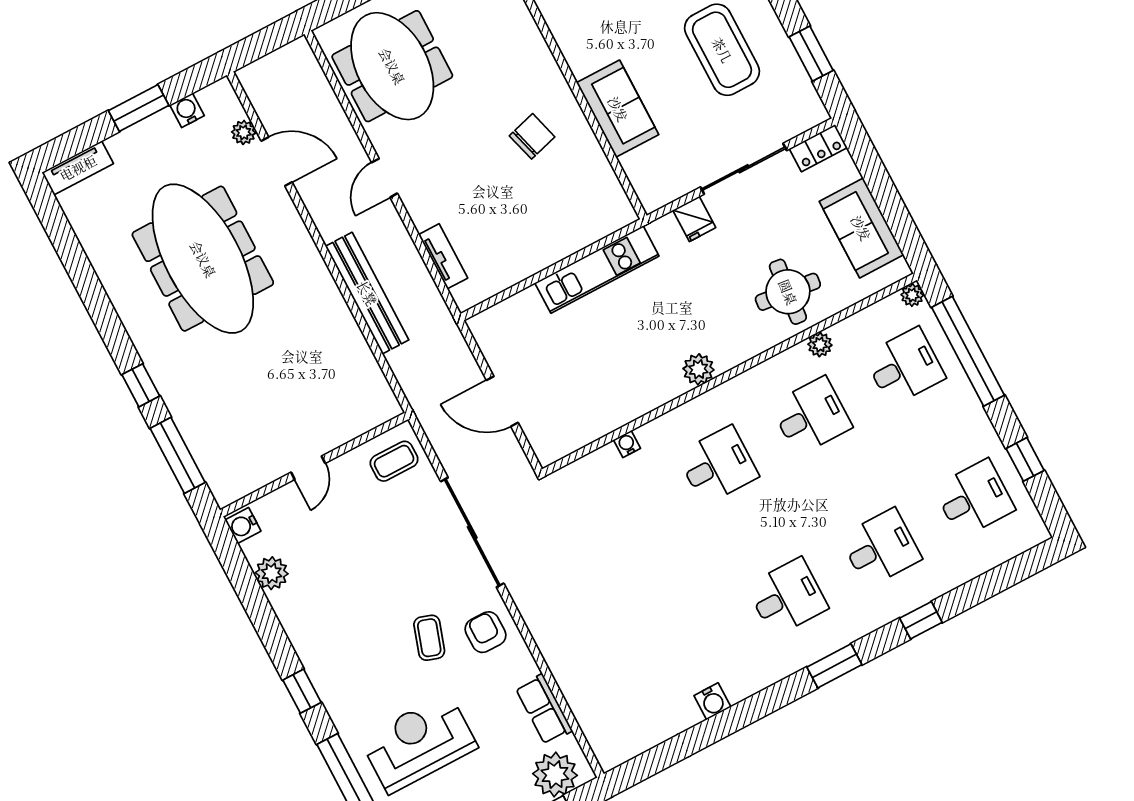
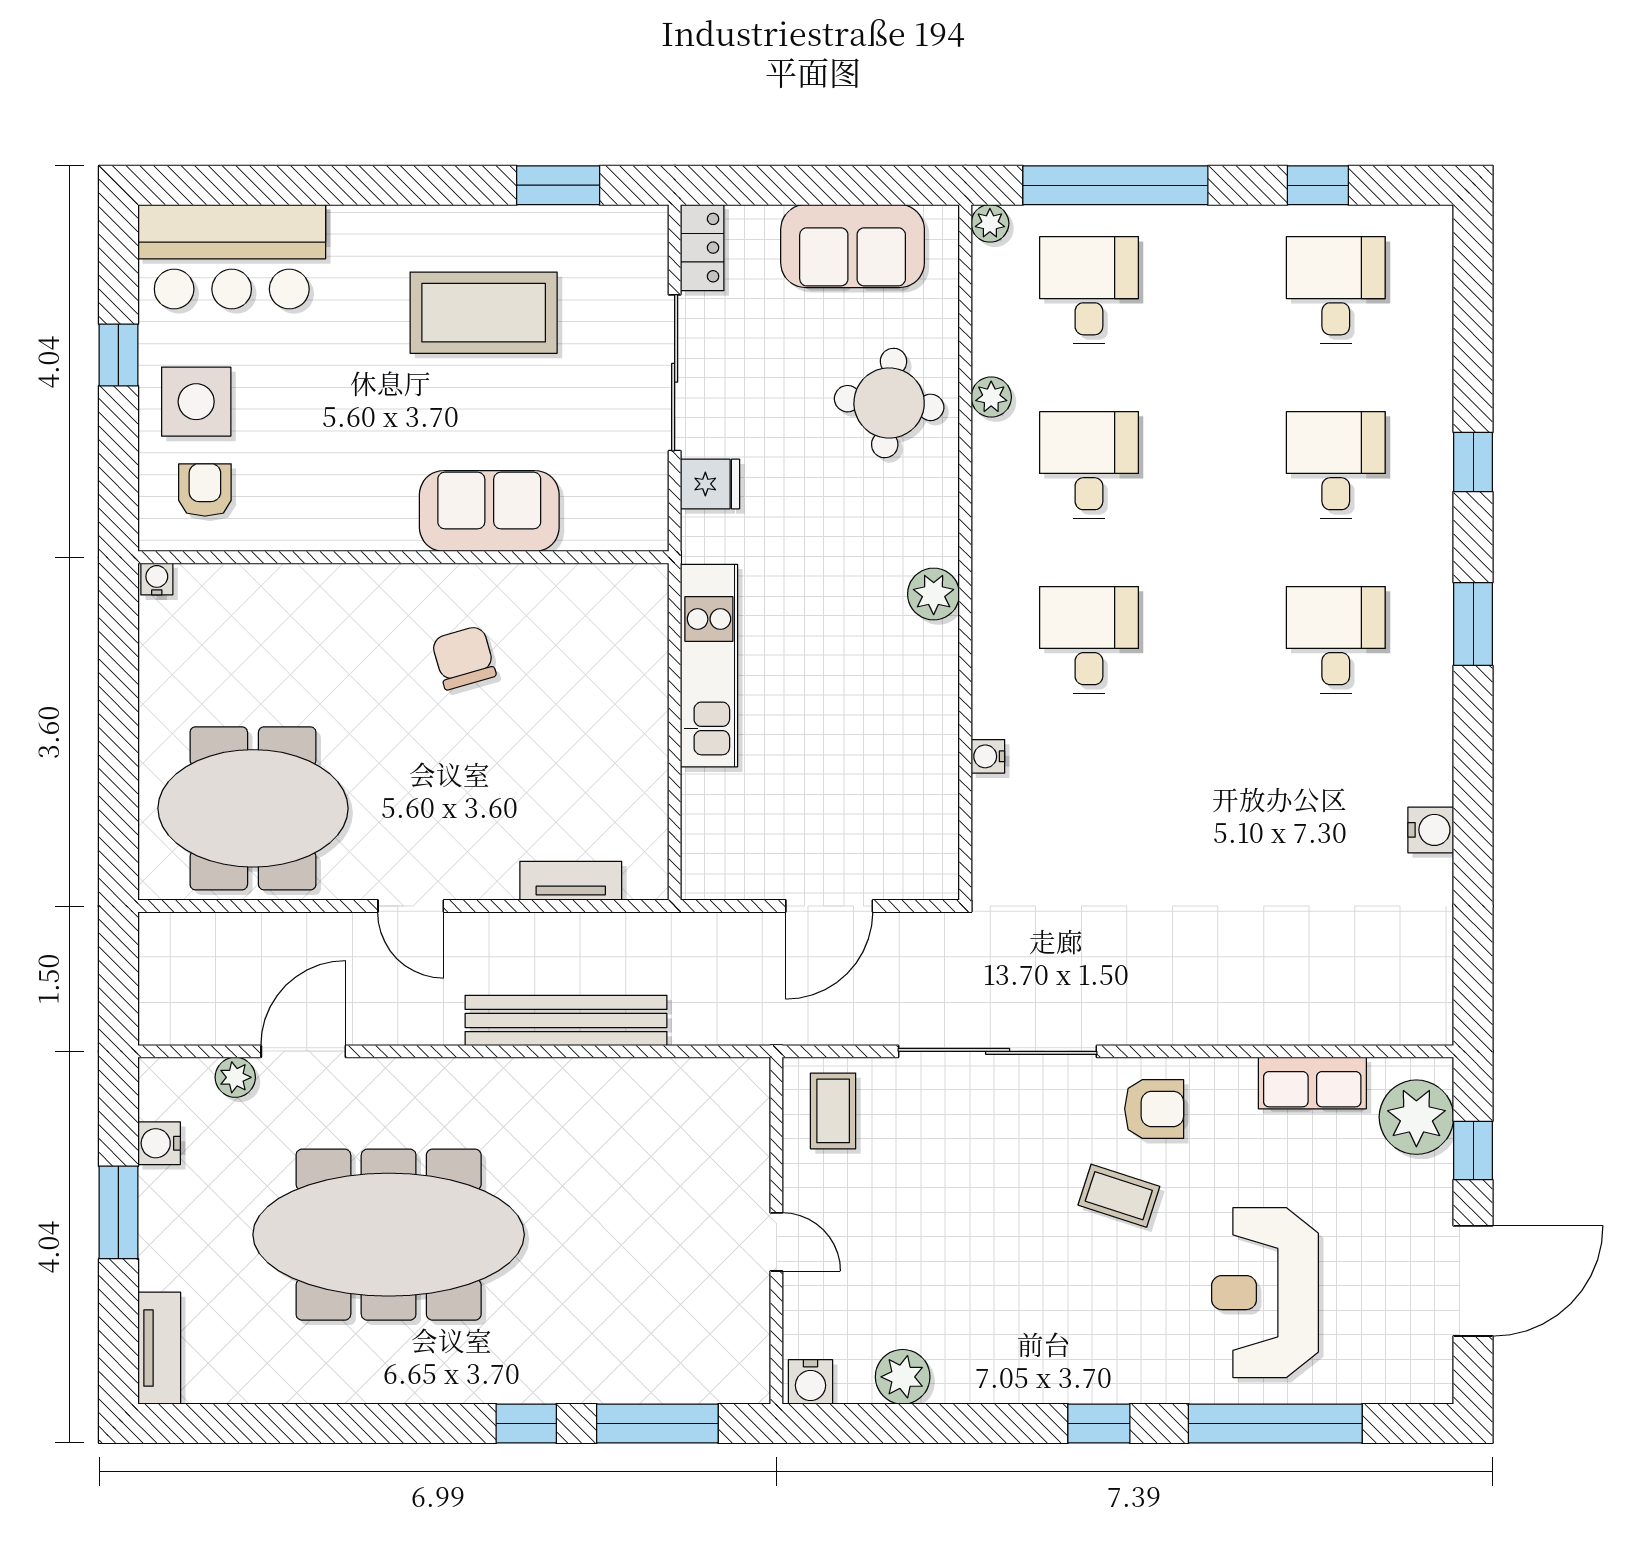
armchair: (485, 632) -> (1154, 1109), turned 180

